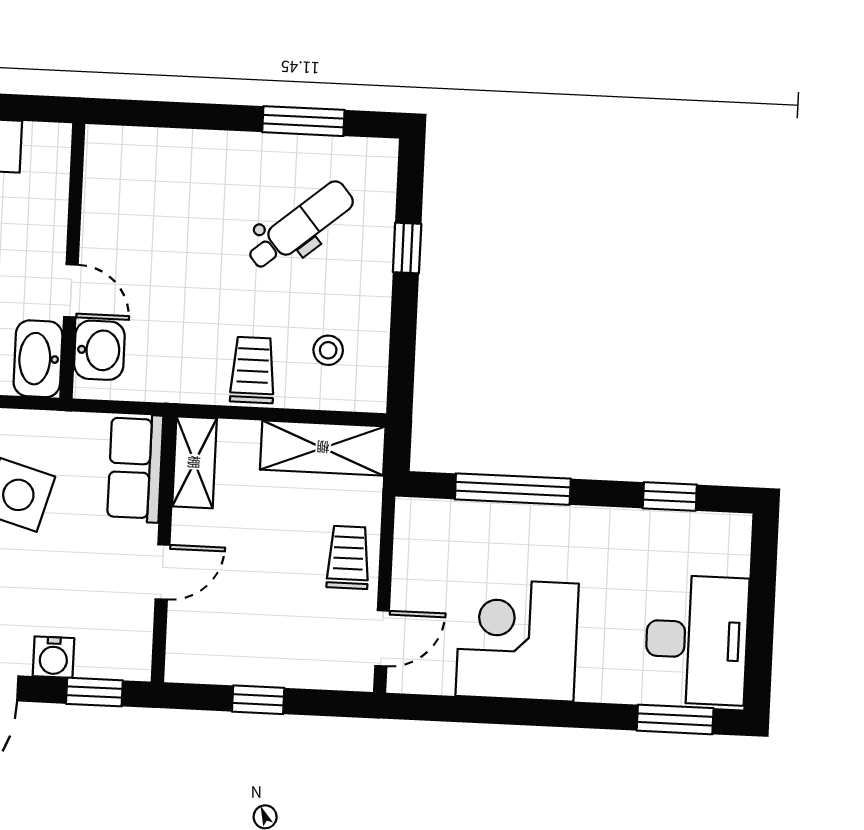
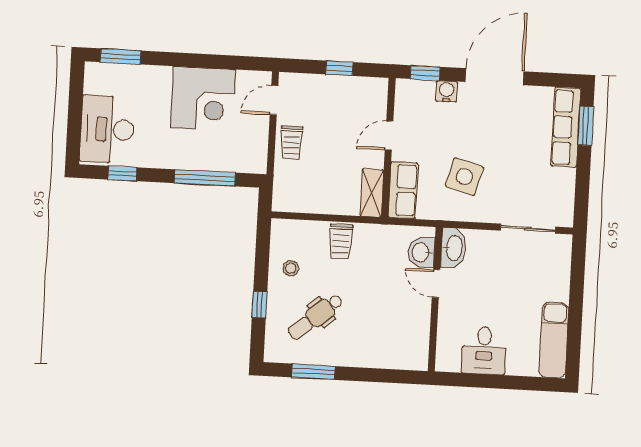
stool: (328, 350) -> (291, 268), moved
shelving: (323, 448) -> (304, 200), removed
desk: (697, 640) -> (107, 129), moved

